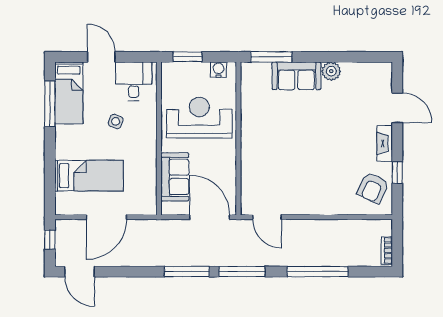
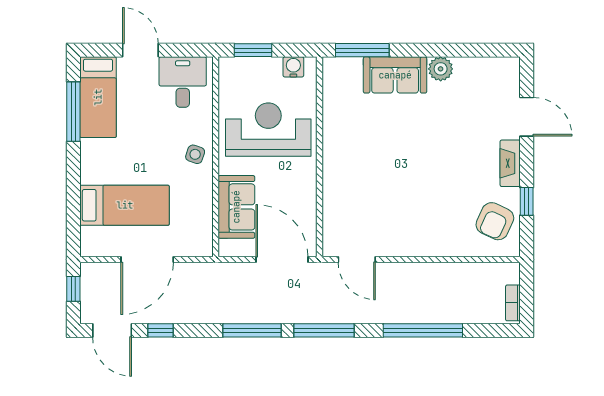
side table: (116, 121) -> (195, 154), moved
window: (117, 272) -> (161, 330), added

